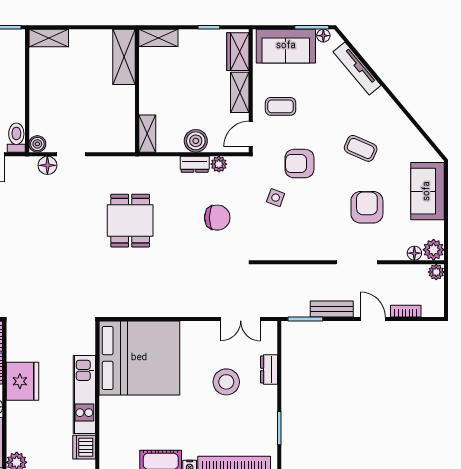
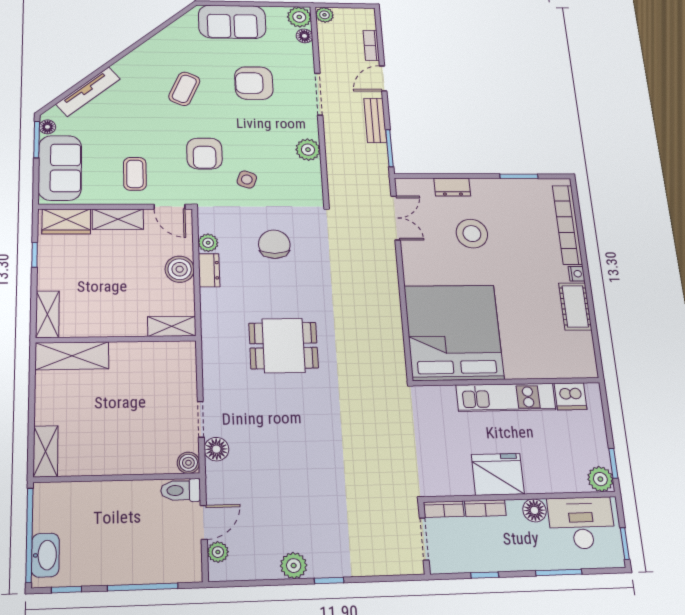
plant: (304, 250) -> (308, 150), added

